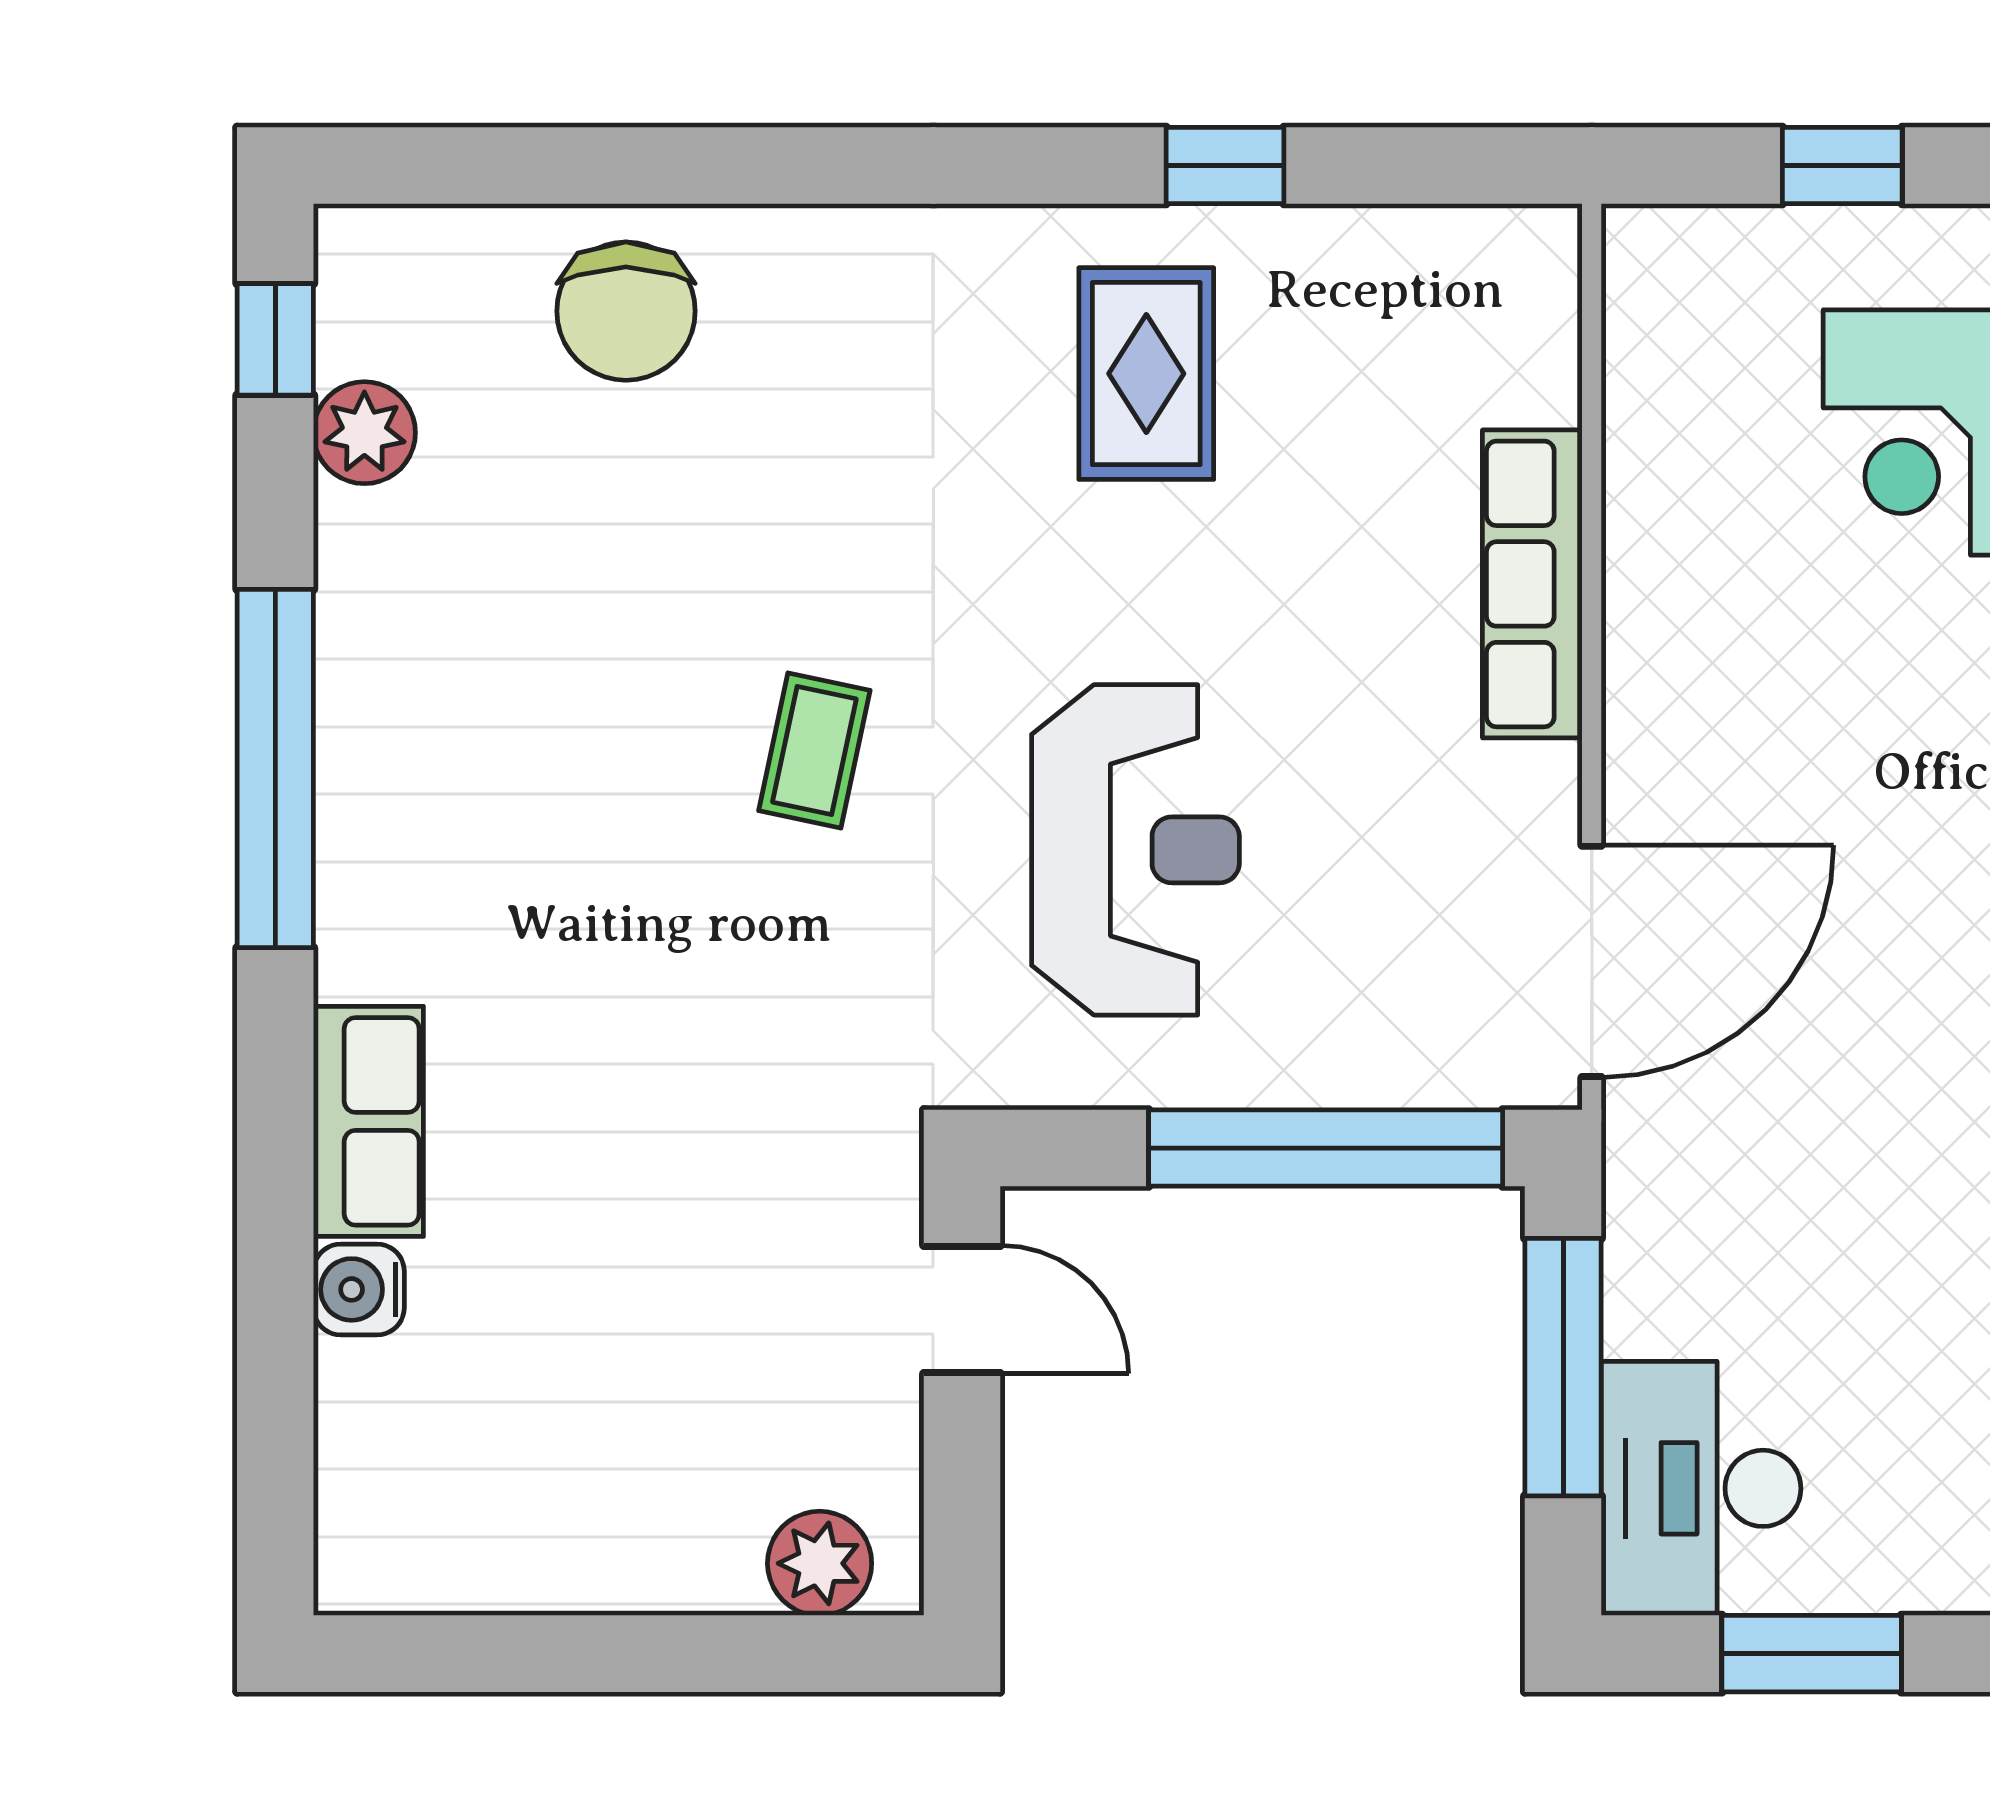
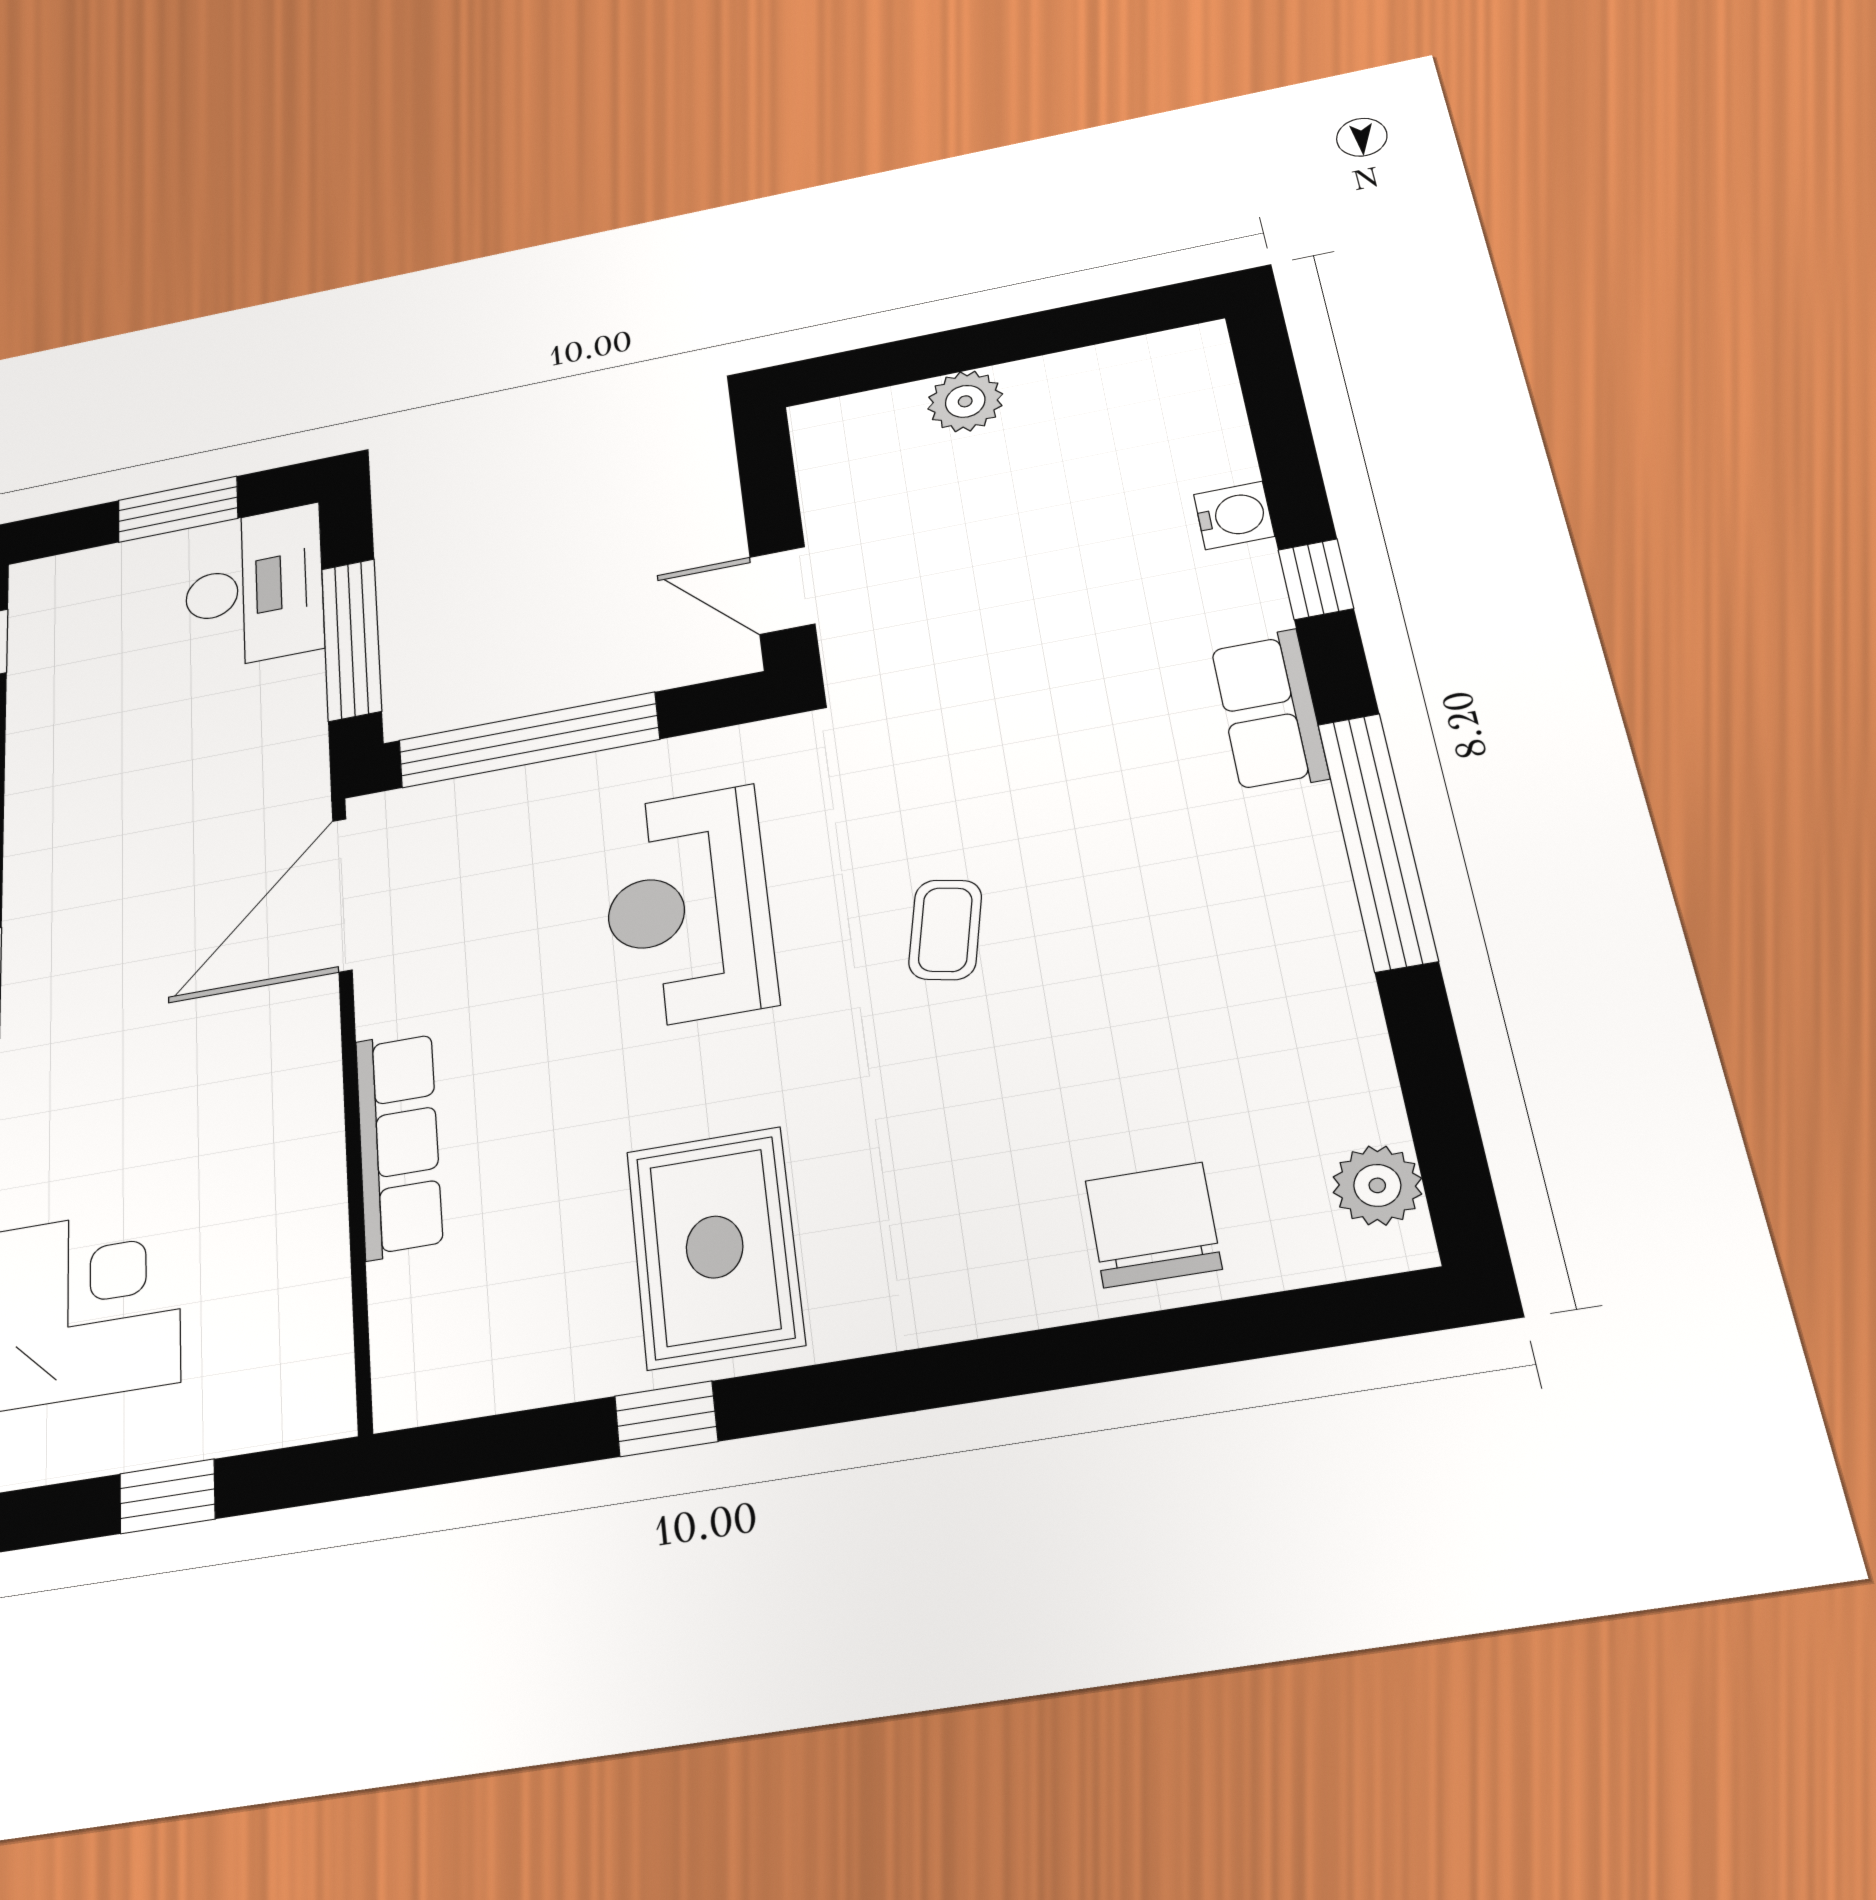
window: (275, 339) -> (1316, 579), moved
rug: (1146, 374) -> (715, 1247), width x1.36, depth x1.43
plant: (364, 433) -> (1377, 1185), moved
row of seats: (368, 1121) -> (1269, 711), moved
plant: (820, 1563) -> (965, 401), moved

